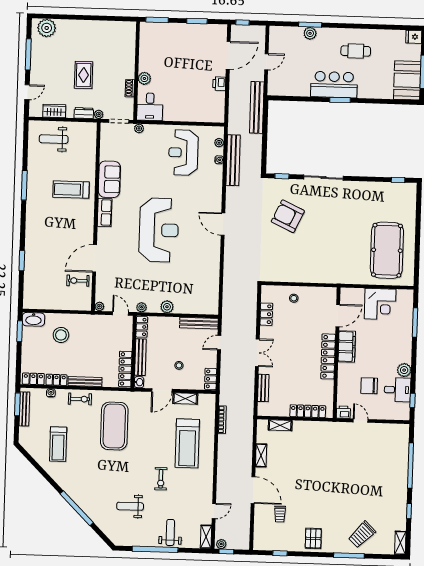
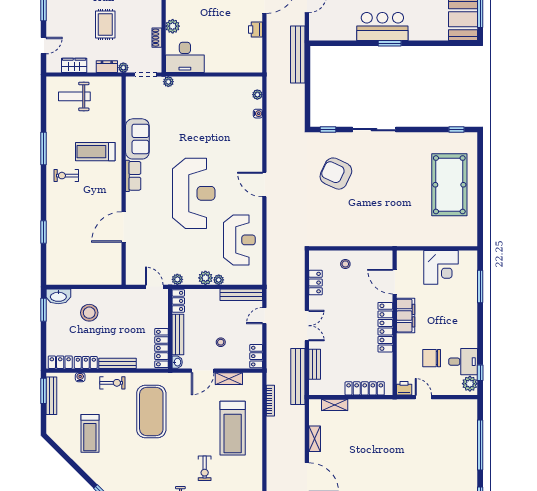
desk: (150, 107) -> (185, 57), width x1.37
reception desk: (183, 153) -> (239, 240), moved, turned 180
bench: (233, 160) -> (298, 376), moved
pool table: (387, 250) -> (449, 185), moved
exercise bike: (78, 281) -> (66, 176), moved
plant: (99, 306) -> (219, 280), moved
door: (338, 316) -> (395, 282), swing flipped
plant: (404, 370) -> (470, 384), moved

